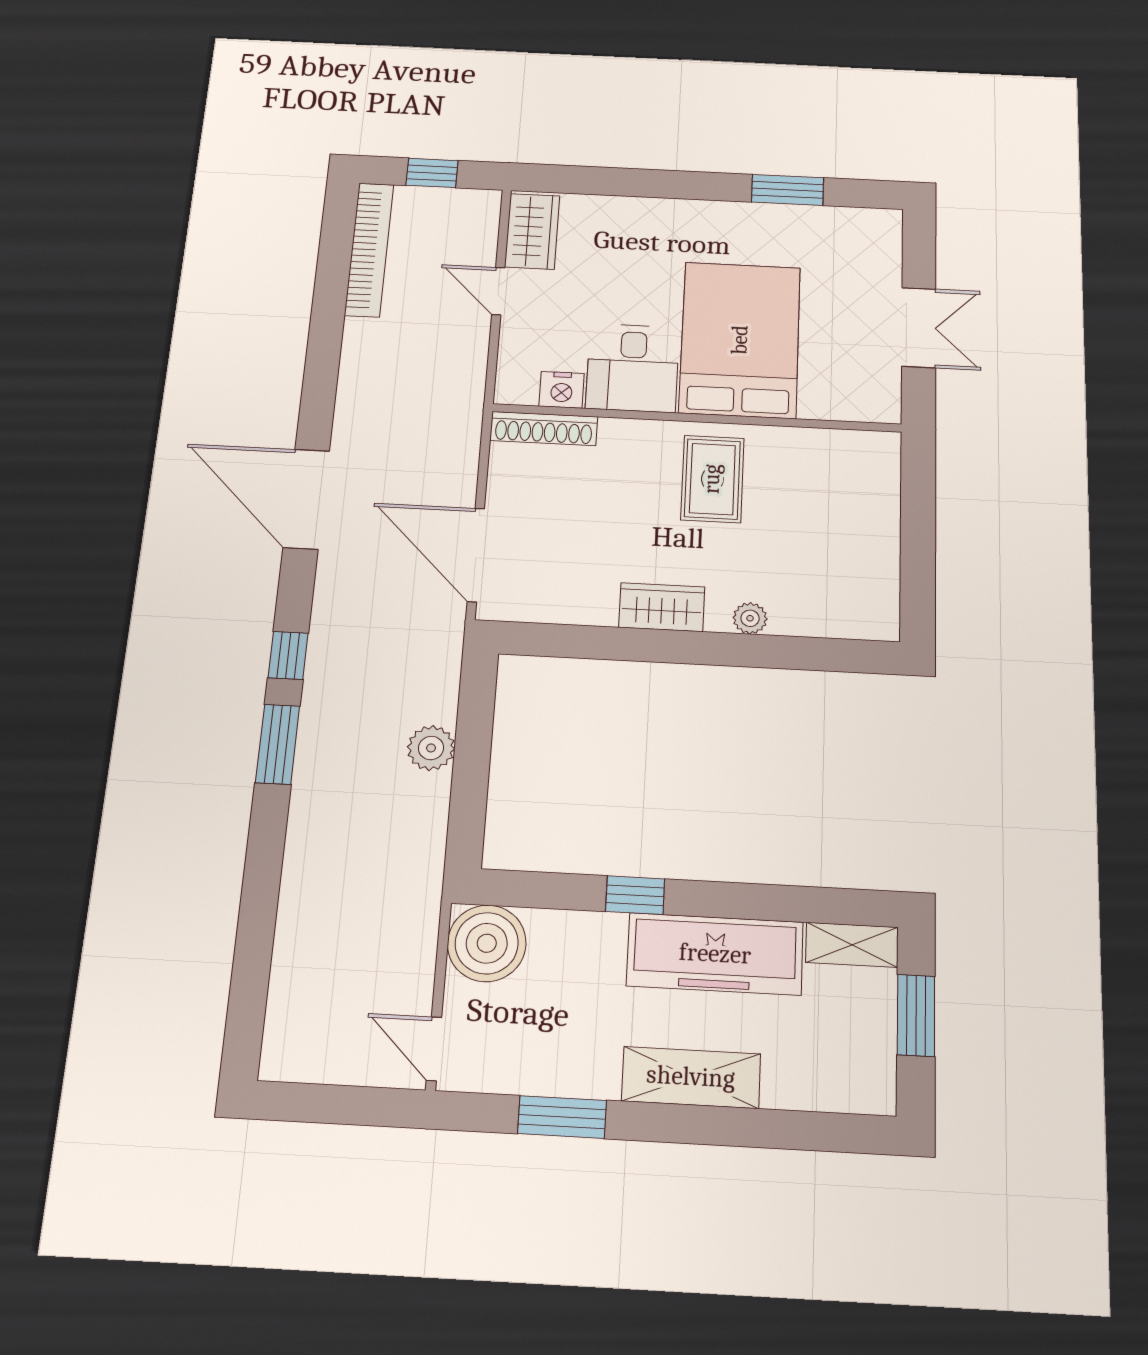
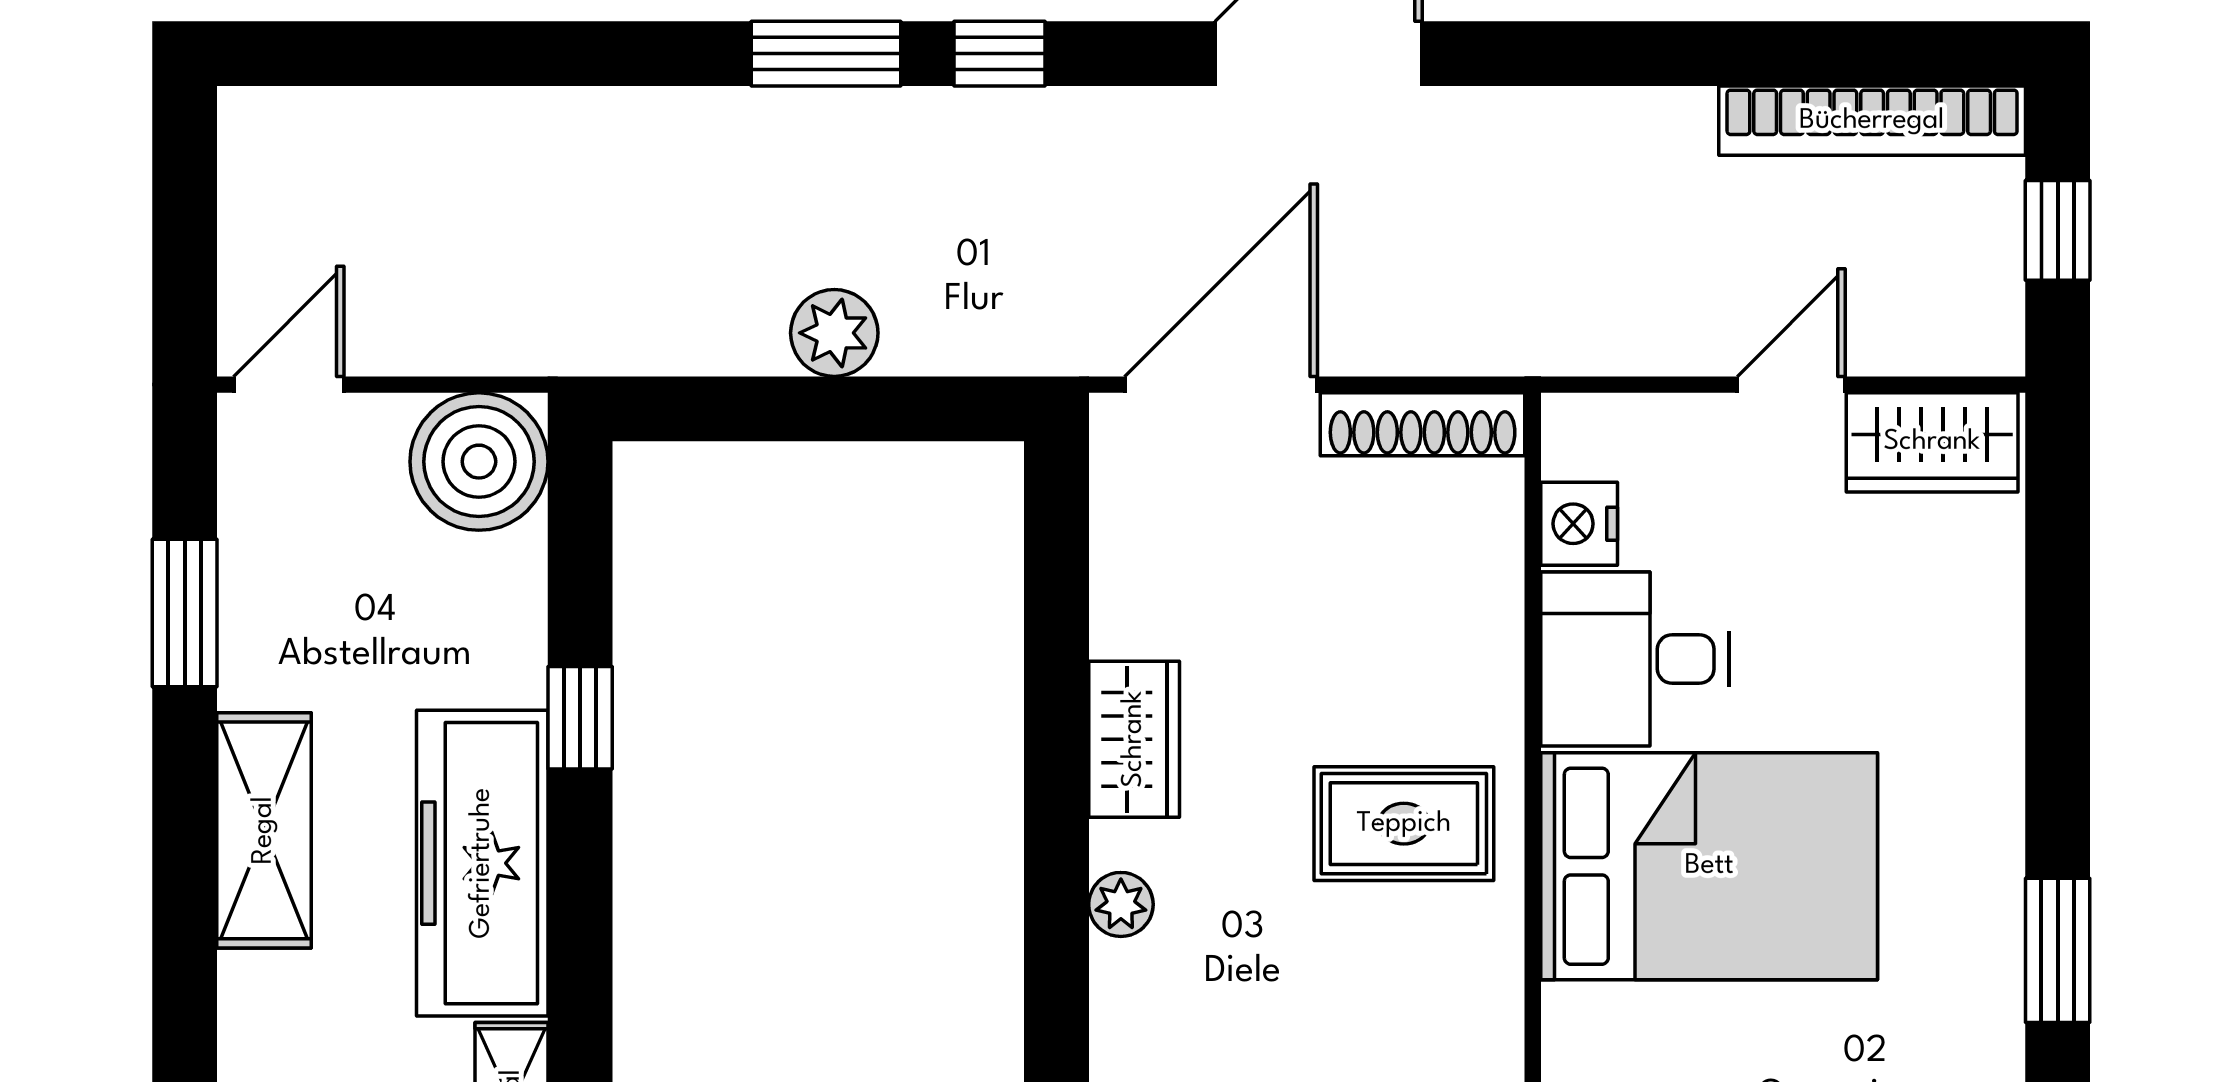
shoe rack: (544, 429) -> (1423, 424), moved, turned -90

